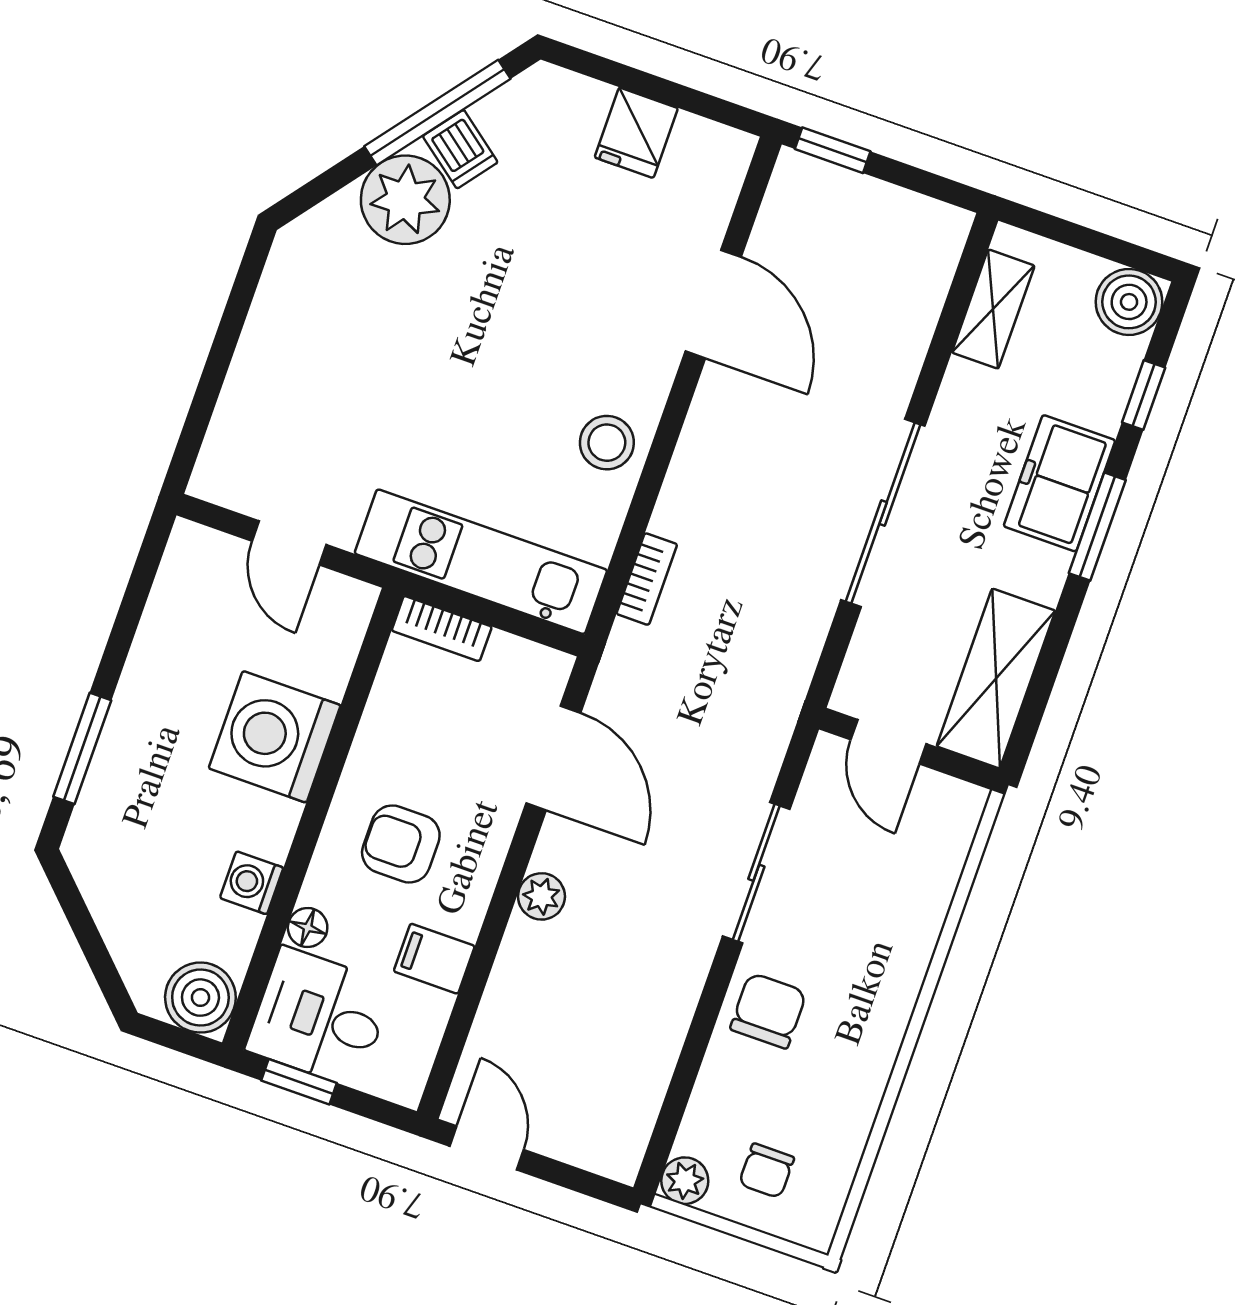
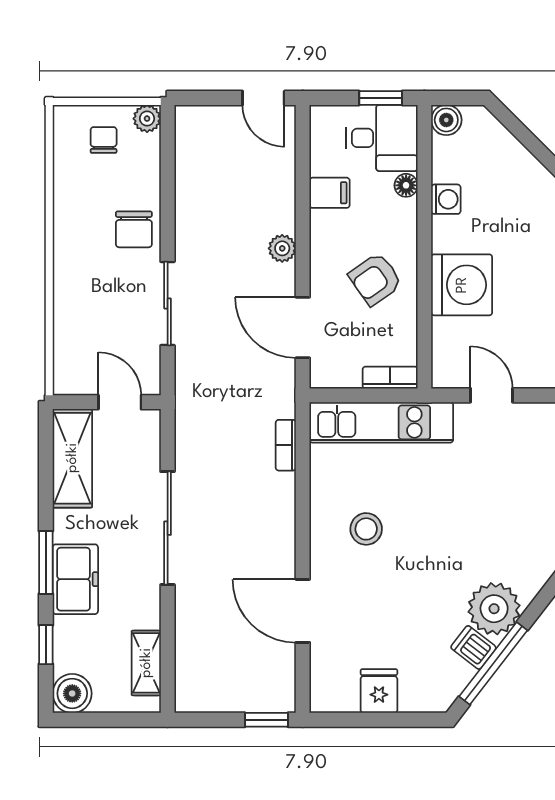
stool: (607, 443) -> (366, 529), moved
armchair: (401, 844) -> (375, 279), moved, turned 145
boiler: (200, 998) -> (446, 120), width x0.73, depth x0.73

